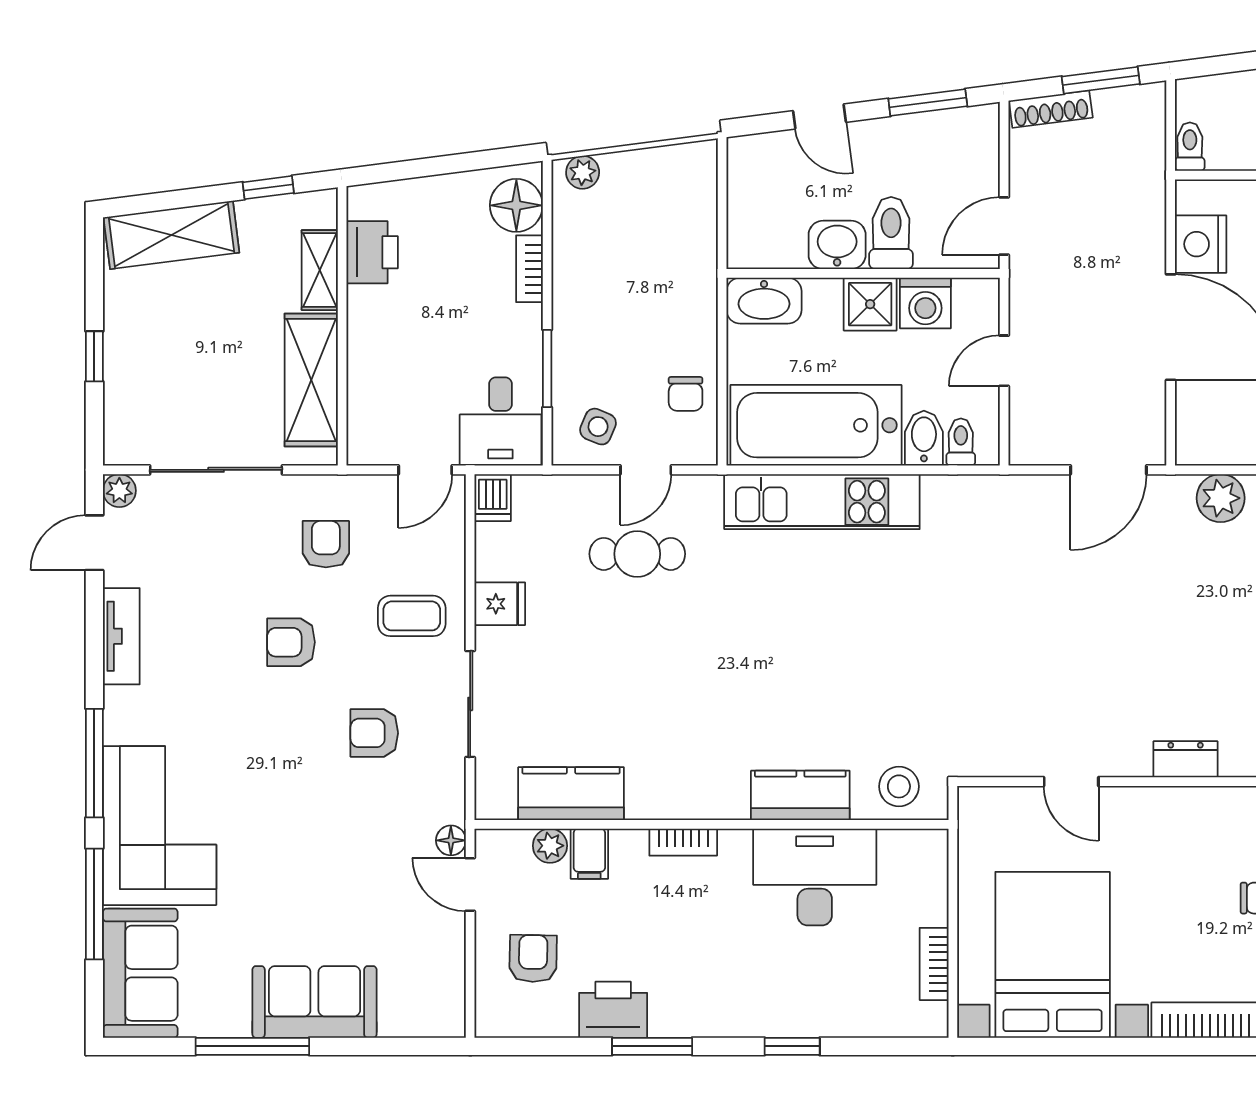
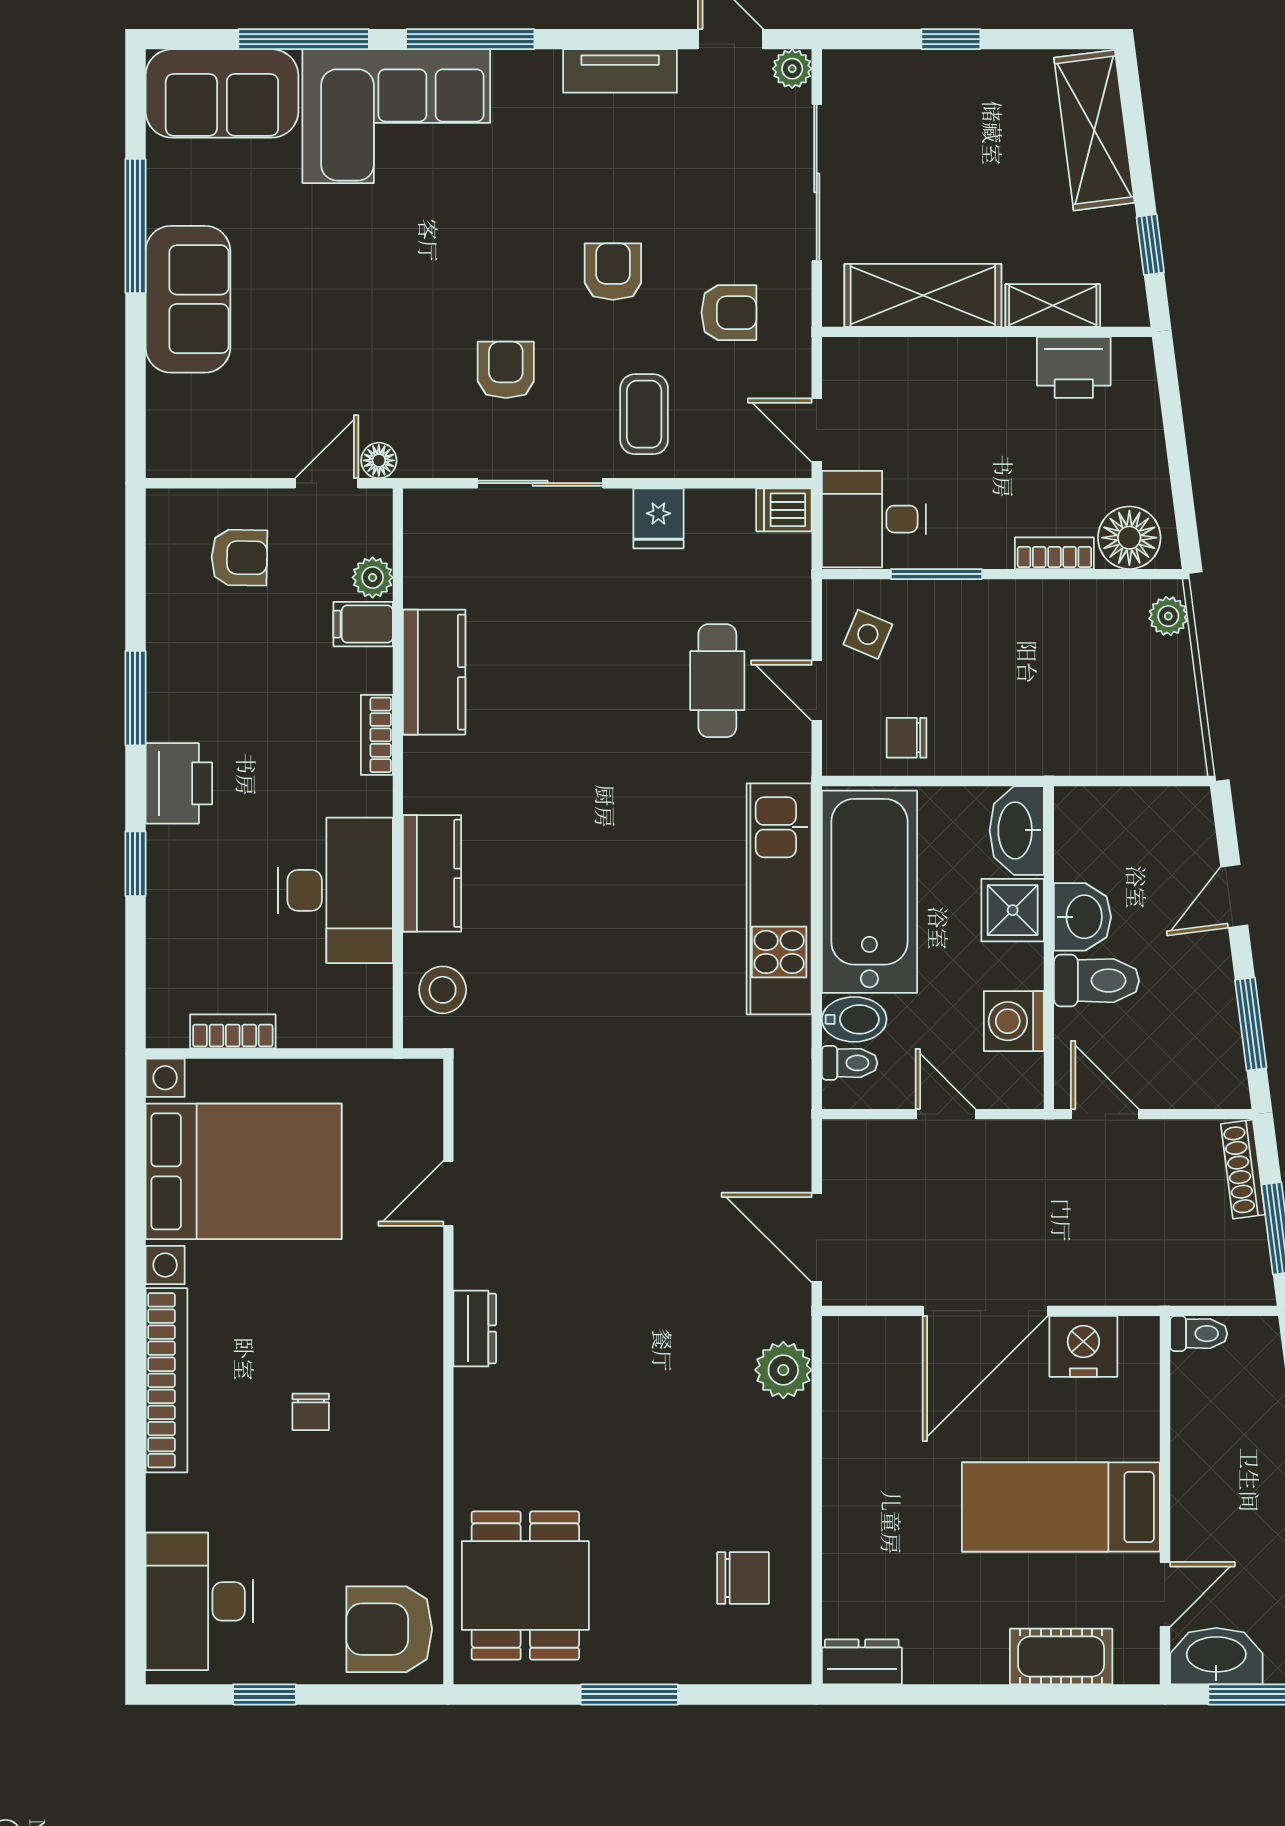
shower: (870, 304) -> (1013, 910), moved
kitchen counter: (571, 794) -> (434, 672), moved
printer: (613, 1010) -> (179, 783), moved

